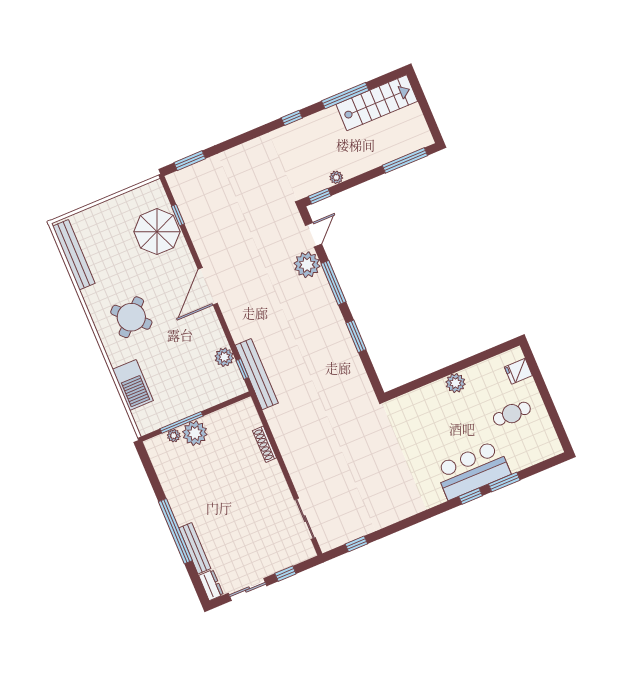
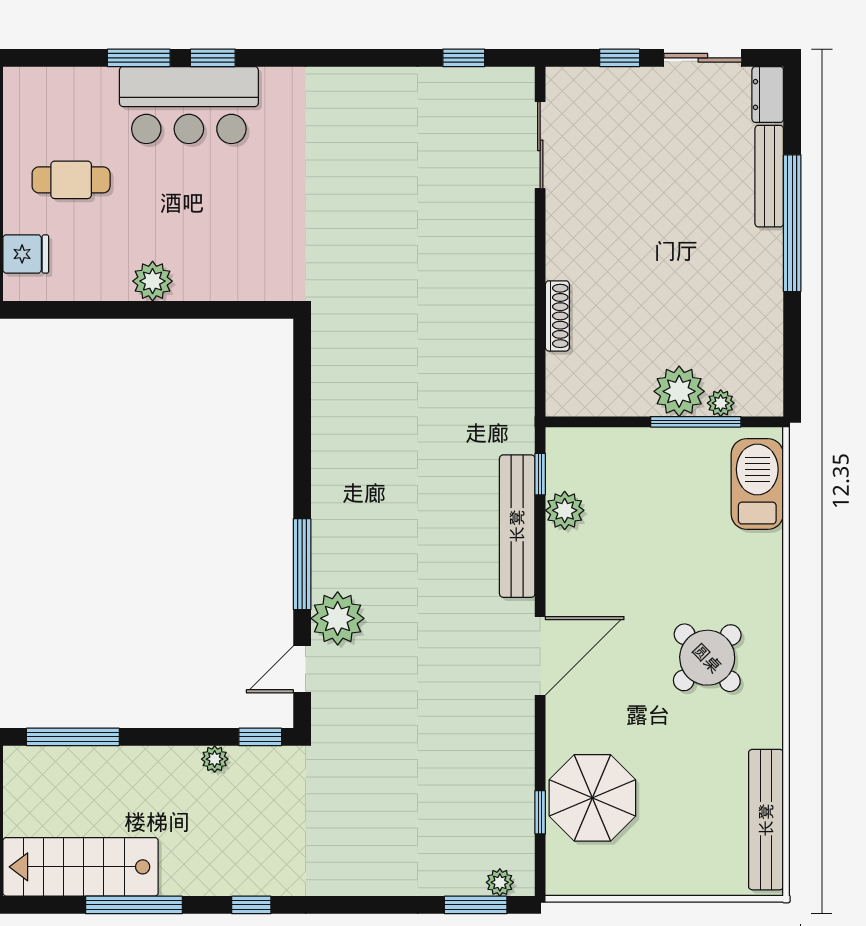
plant: (183, 175) -> (500, 882), added
window: (356, 336) -> (302, 446), removed
bench: (257, 374) -> (517, 526), moved
barbecue: (133, 385) -> (757, 484), moved

